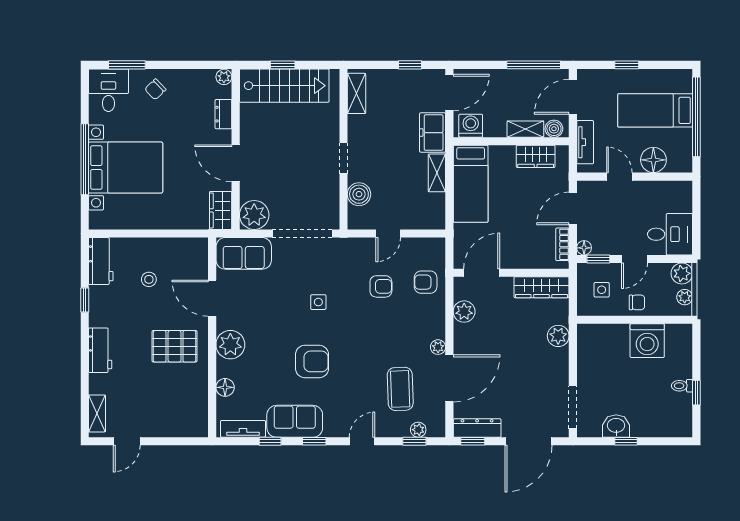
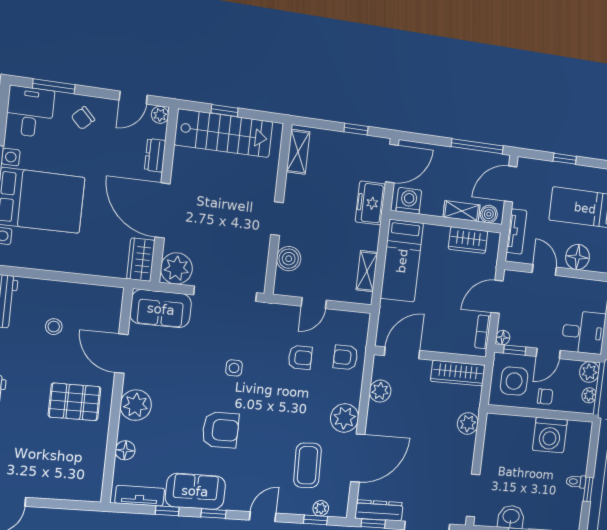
door: (198, 65) -> (133, 98), added
door: (236, 163) -> (163, 210), width x1.36
shelving: (437, 173) -> (367, 271), moved
side table: (602, 290) -> (514, 381), width x1.87, depth x1.87
plant: (438, 347) -> (344, 418), width x1.88, depth x1.88

